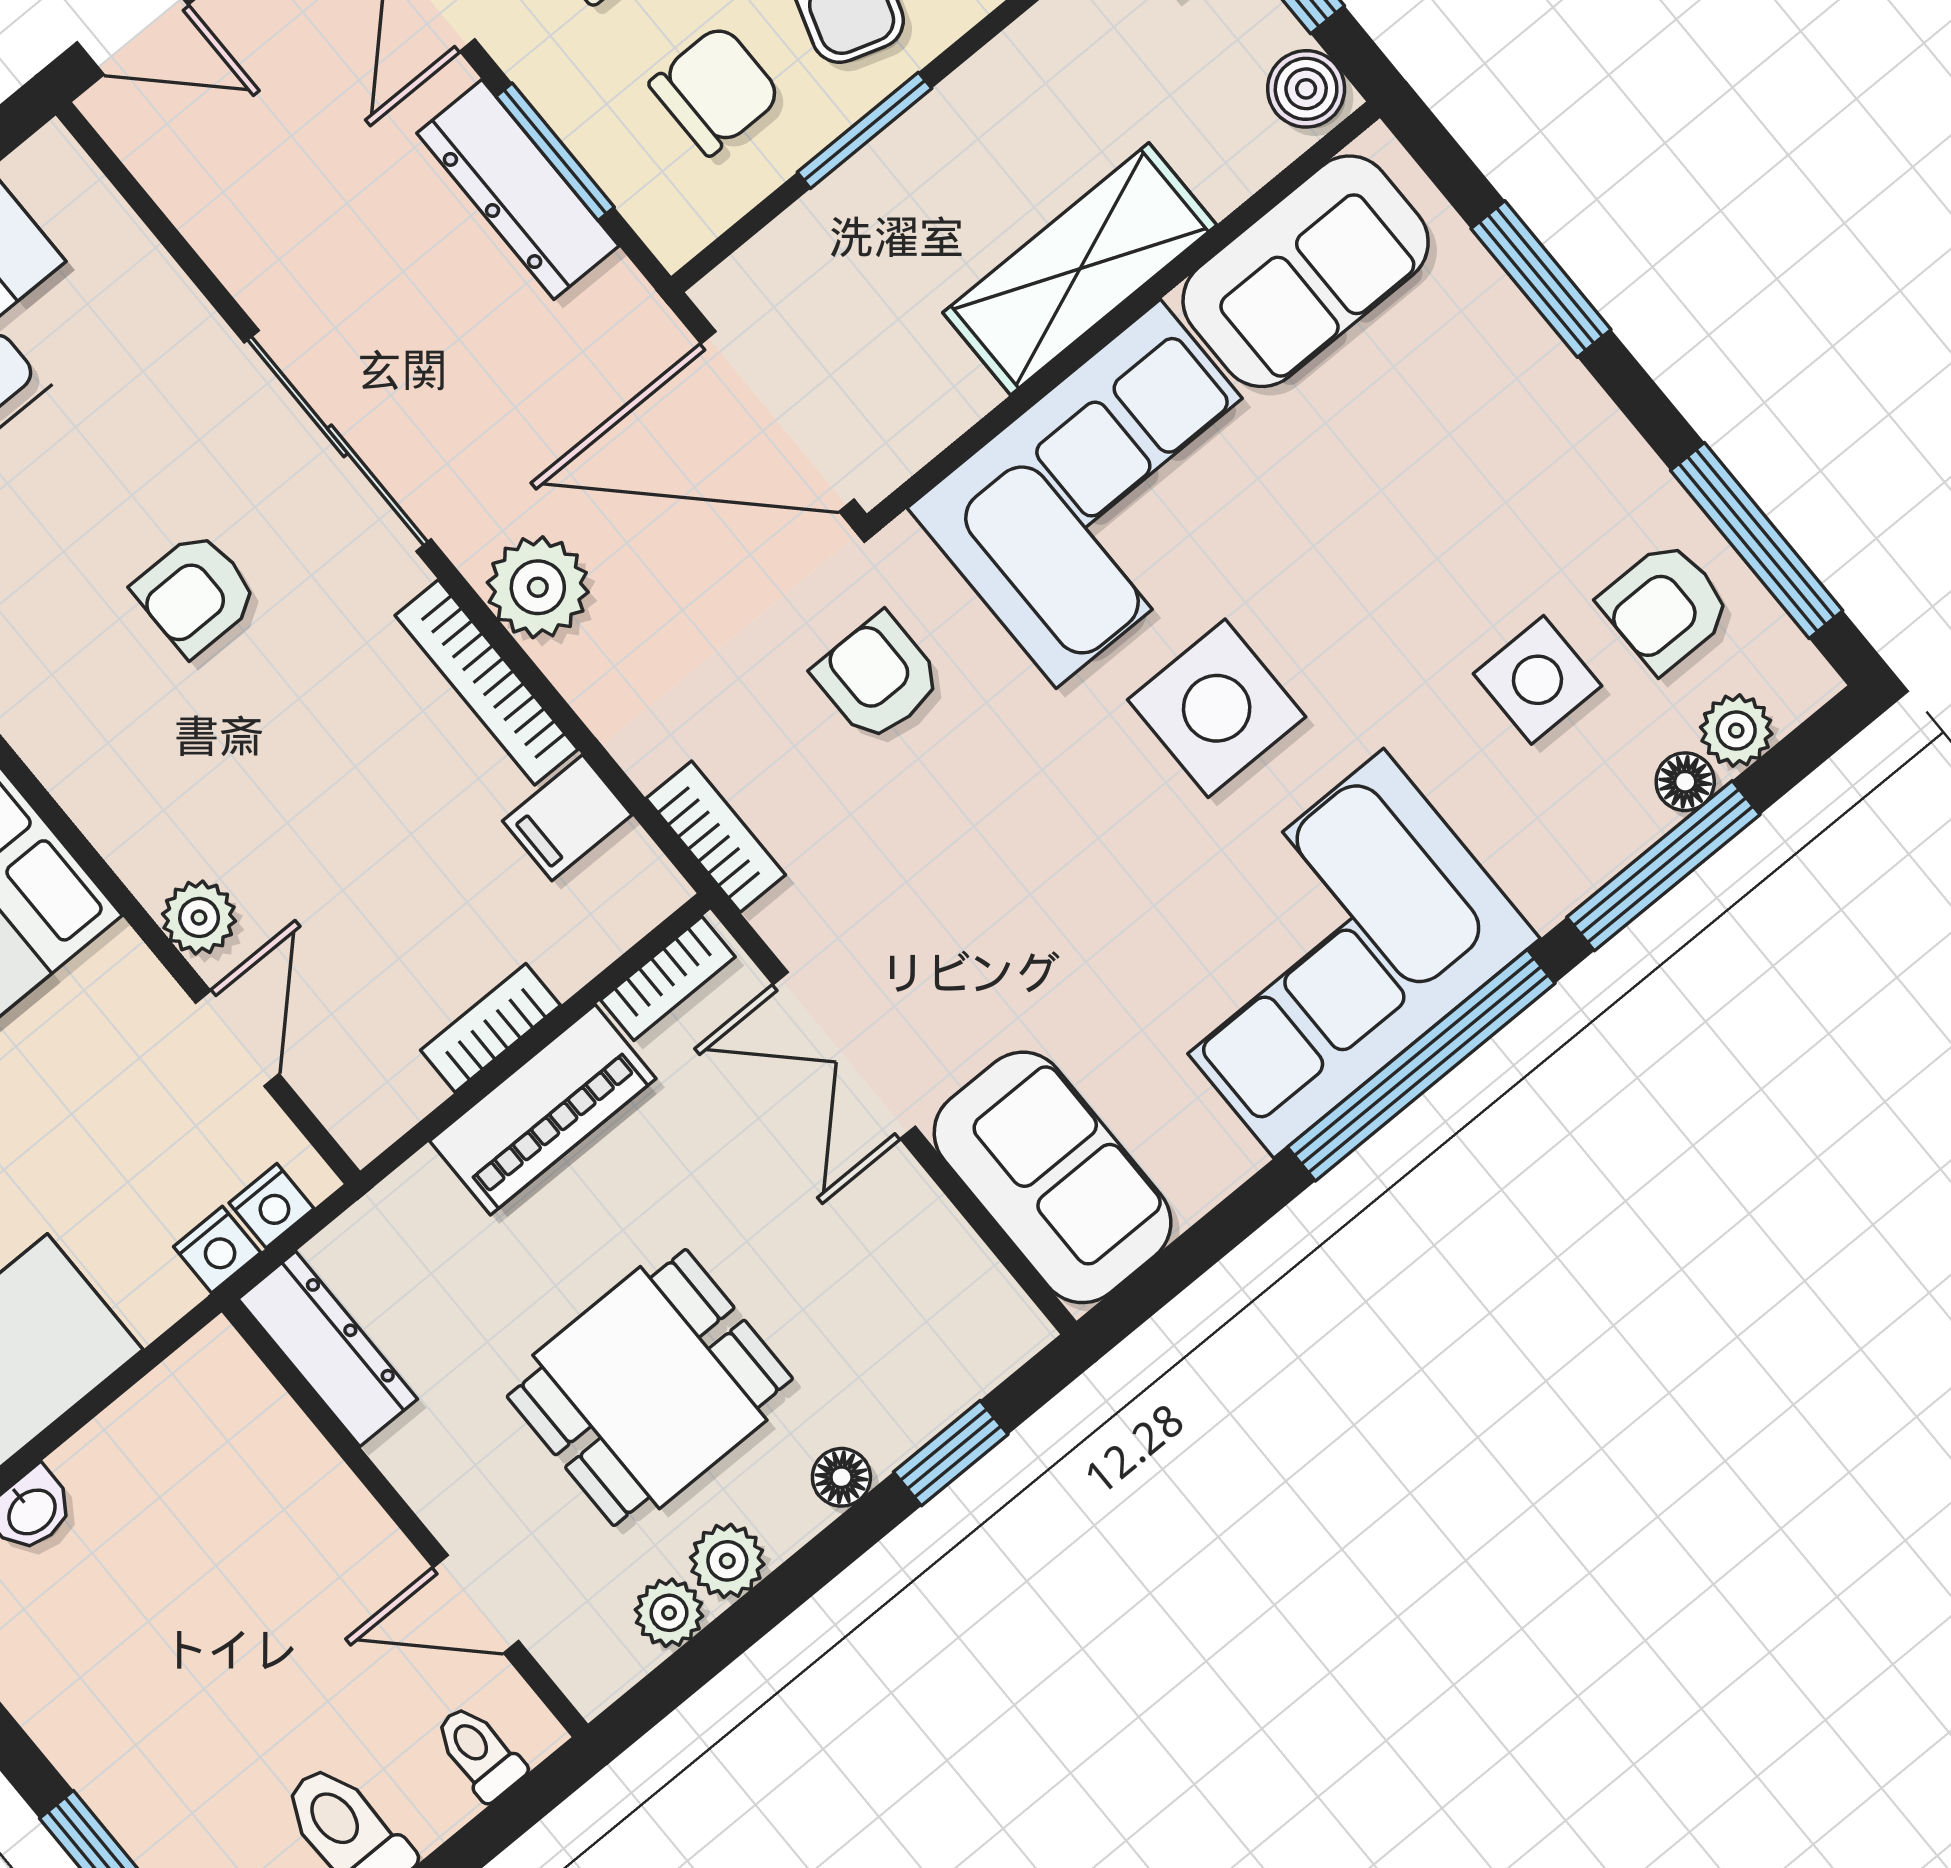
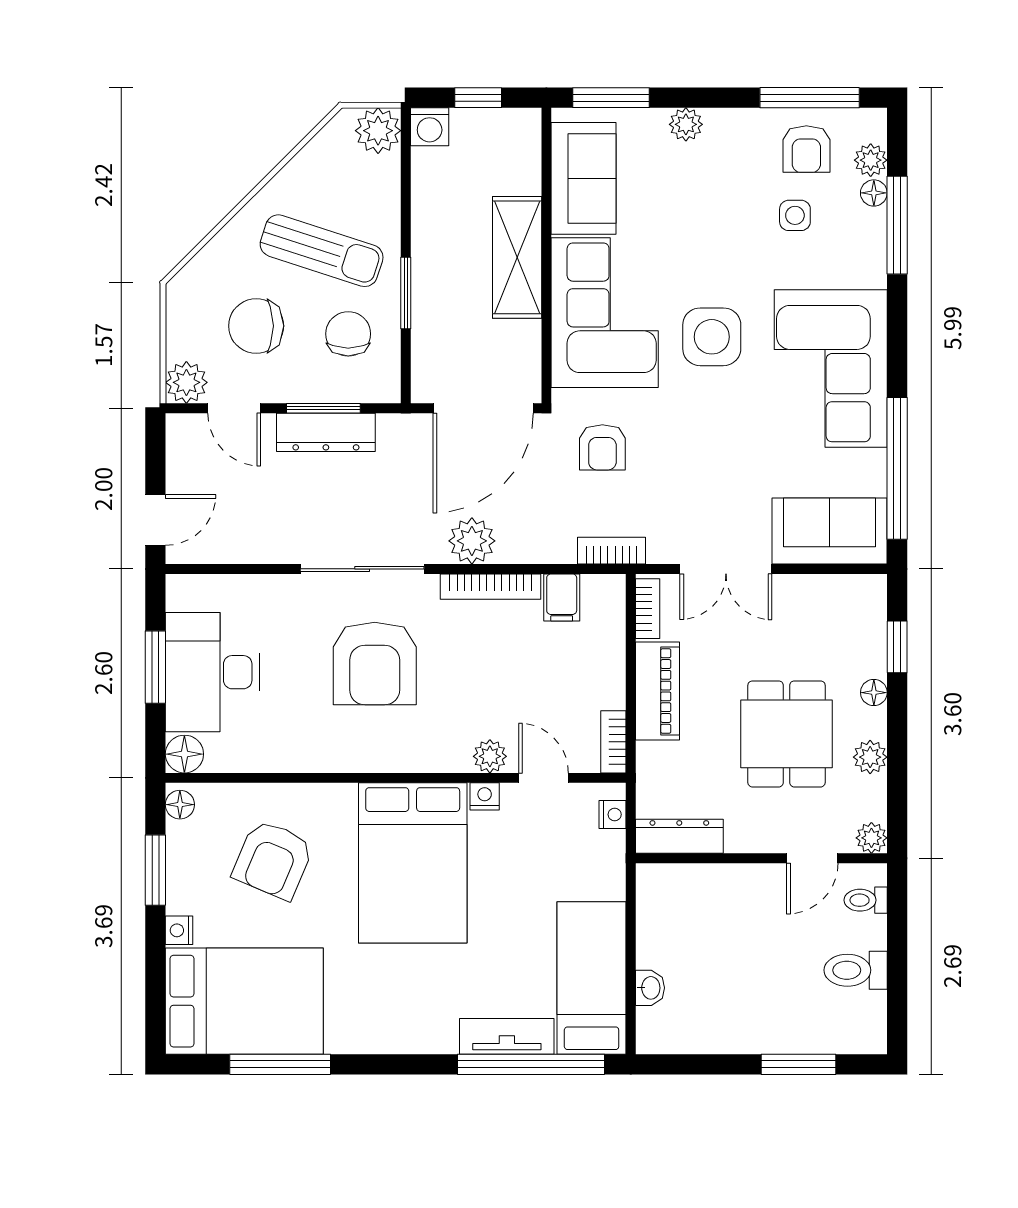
boiler: (1306, 89) -> (519, 125), removed
window: (1541, 279) -> (611, 98), moved
plant: (1539, 369) -> (686, 124), added
armchair: (196, 594) -> (375, 663), width x1.88, depth x1.88
armchair: (878, 678) -> (602, 447), turned -90
side table: (1537, 680) -> (795, 215), width x0.73, depth x0.73
bookcase: (491, 1028) -> (613, 742), moved
window: (1421, 1065) -> (897, 468), moved
nightstand: (217, 1250) -> (485, 796), moved, turned -90
plant: (669, 1613) -> (871, 838), moved

